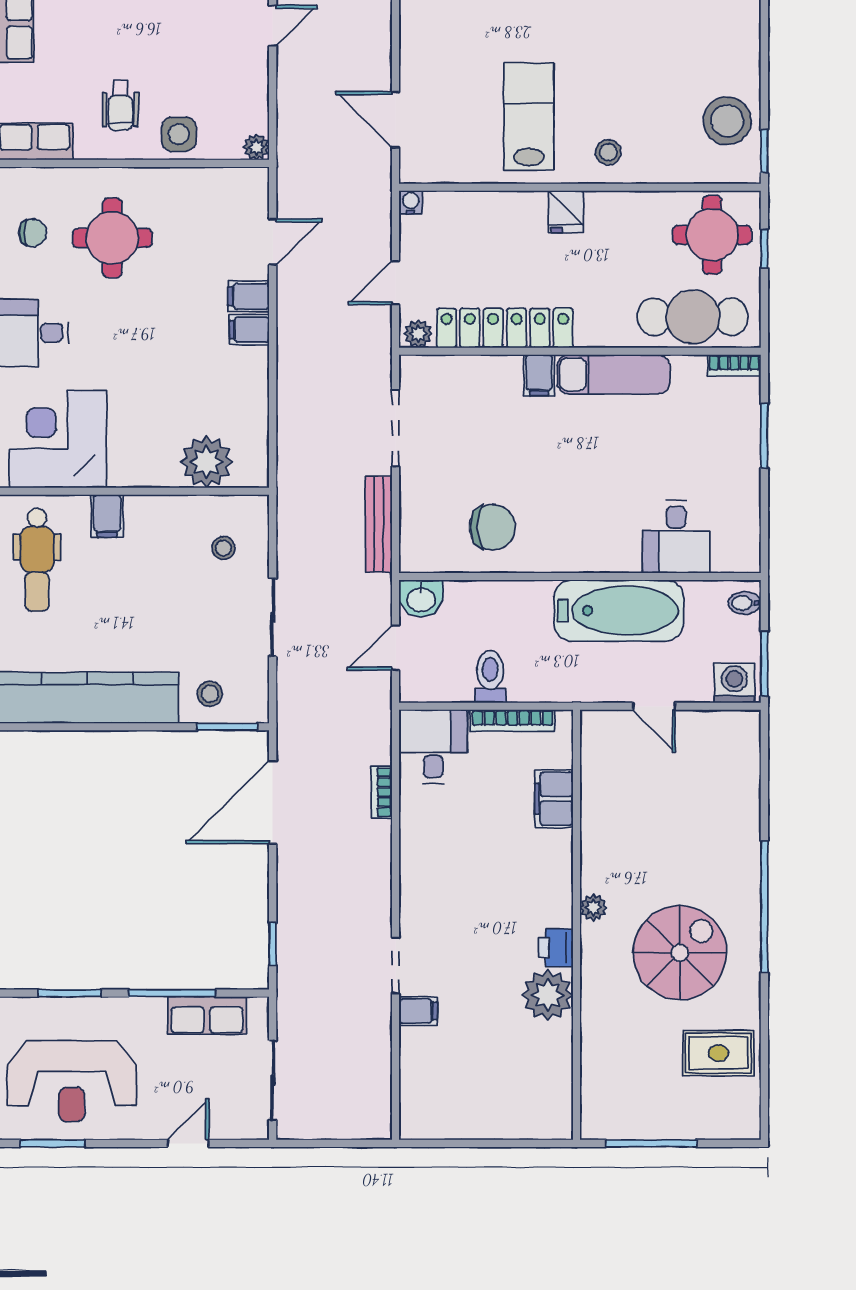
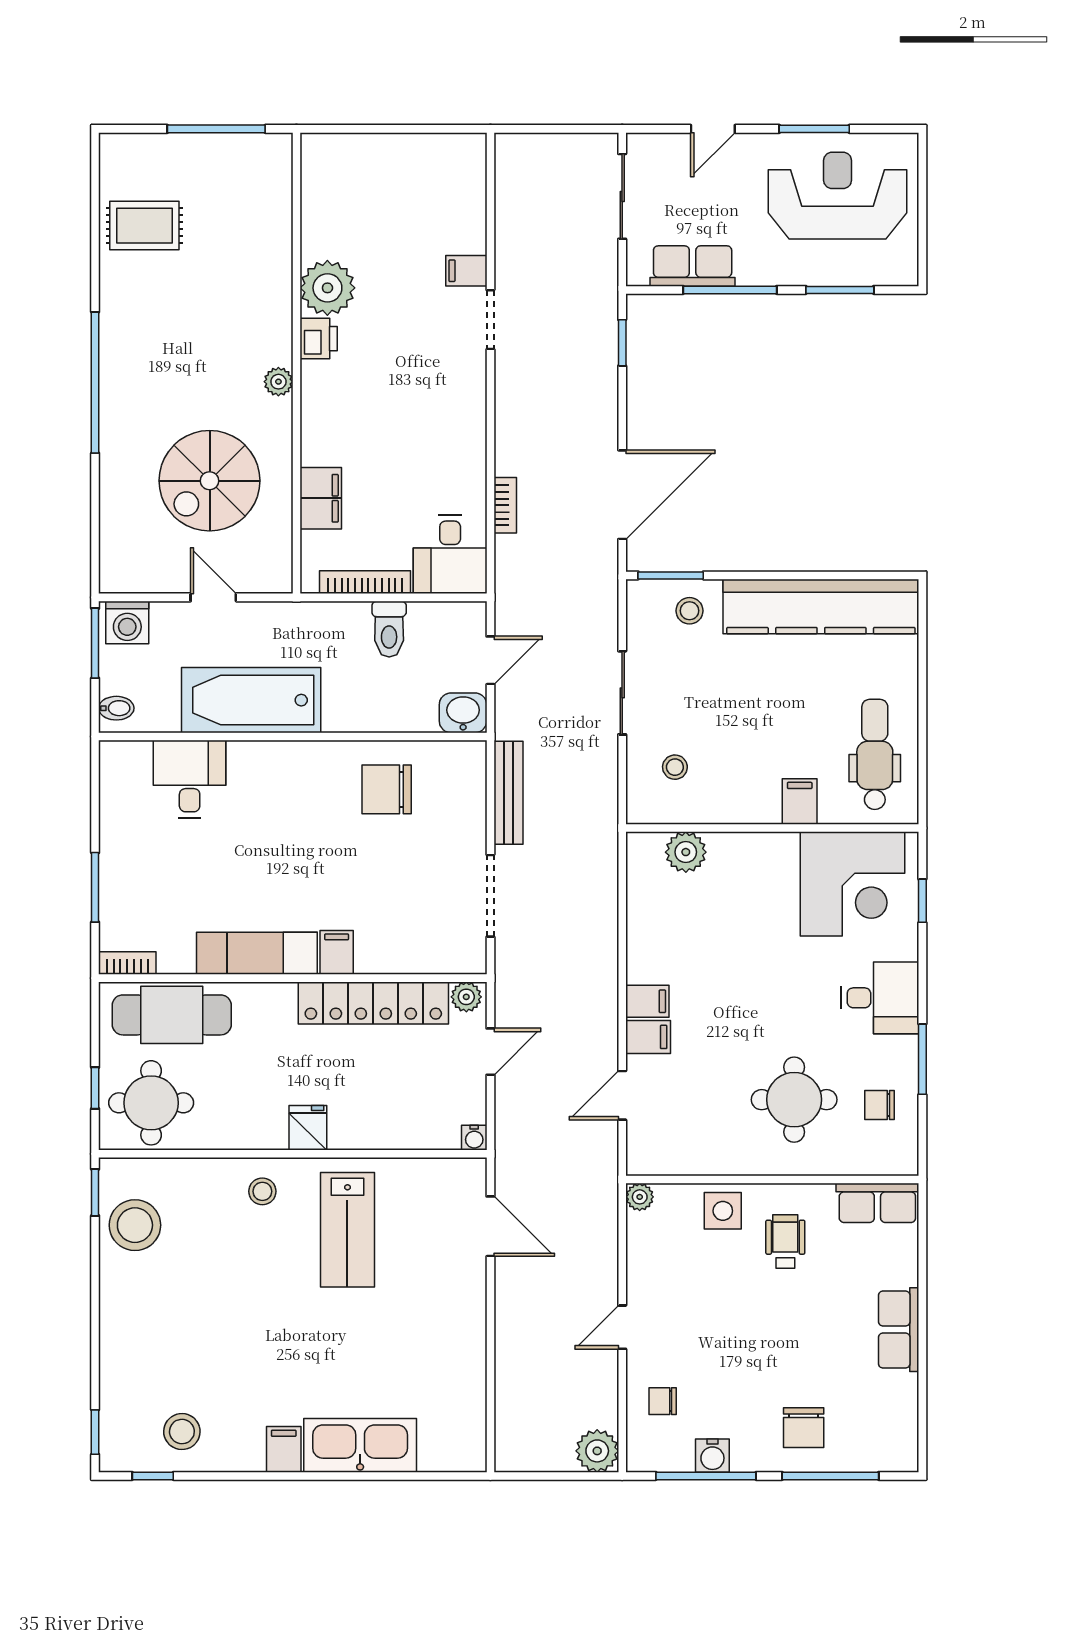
plant: (206, 462) -> (686, 852), width x0.73, depth x0.73
spiral stairs: (680, 953) -> (210, 481), moved
window: (52, 1143) -> (814, 129), moved

